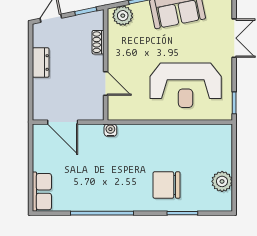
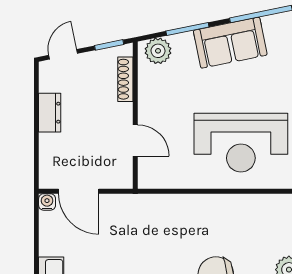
shoe rack: (98, 42) -> (125, 79), width x1.43
water cooler: (110, 130) -> (47, 202), moved

